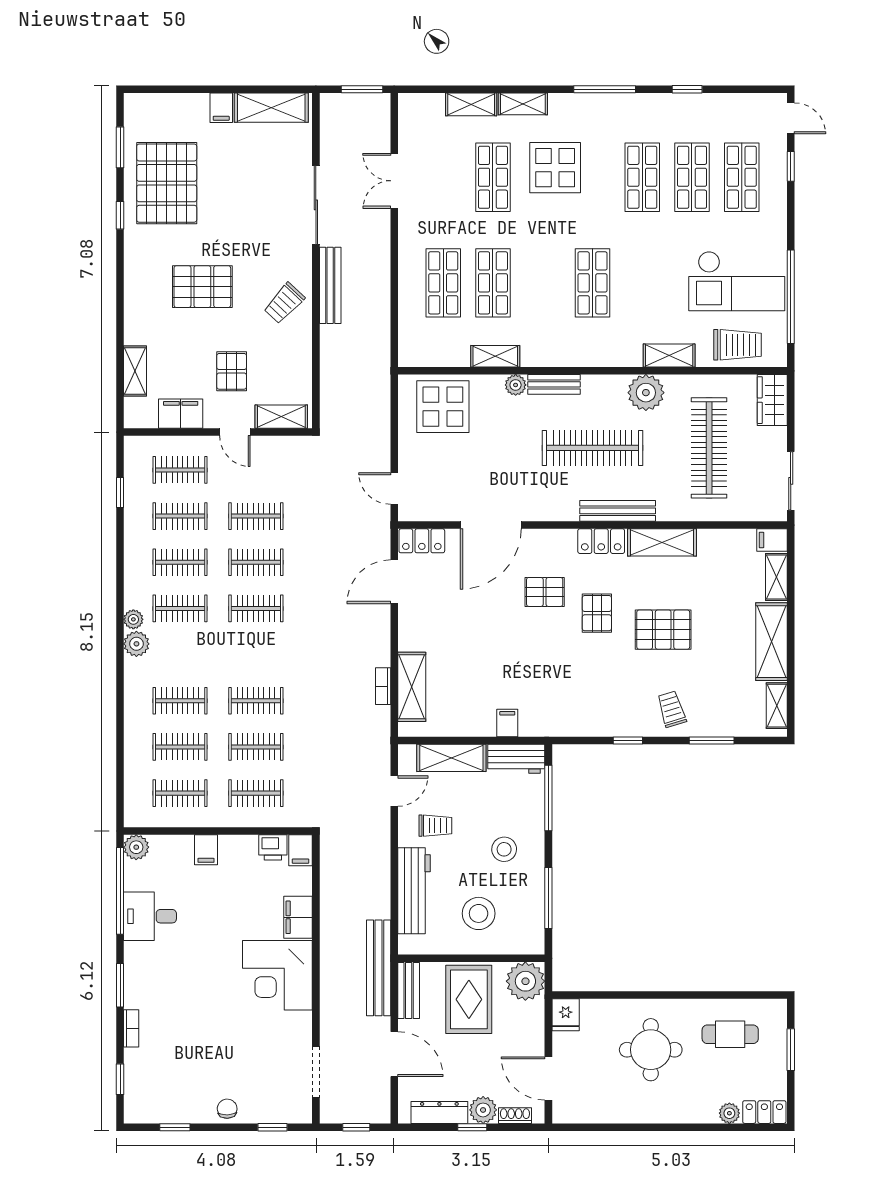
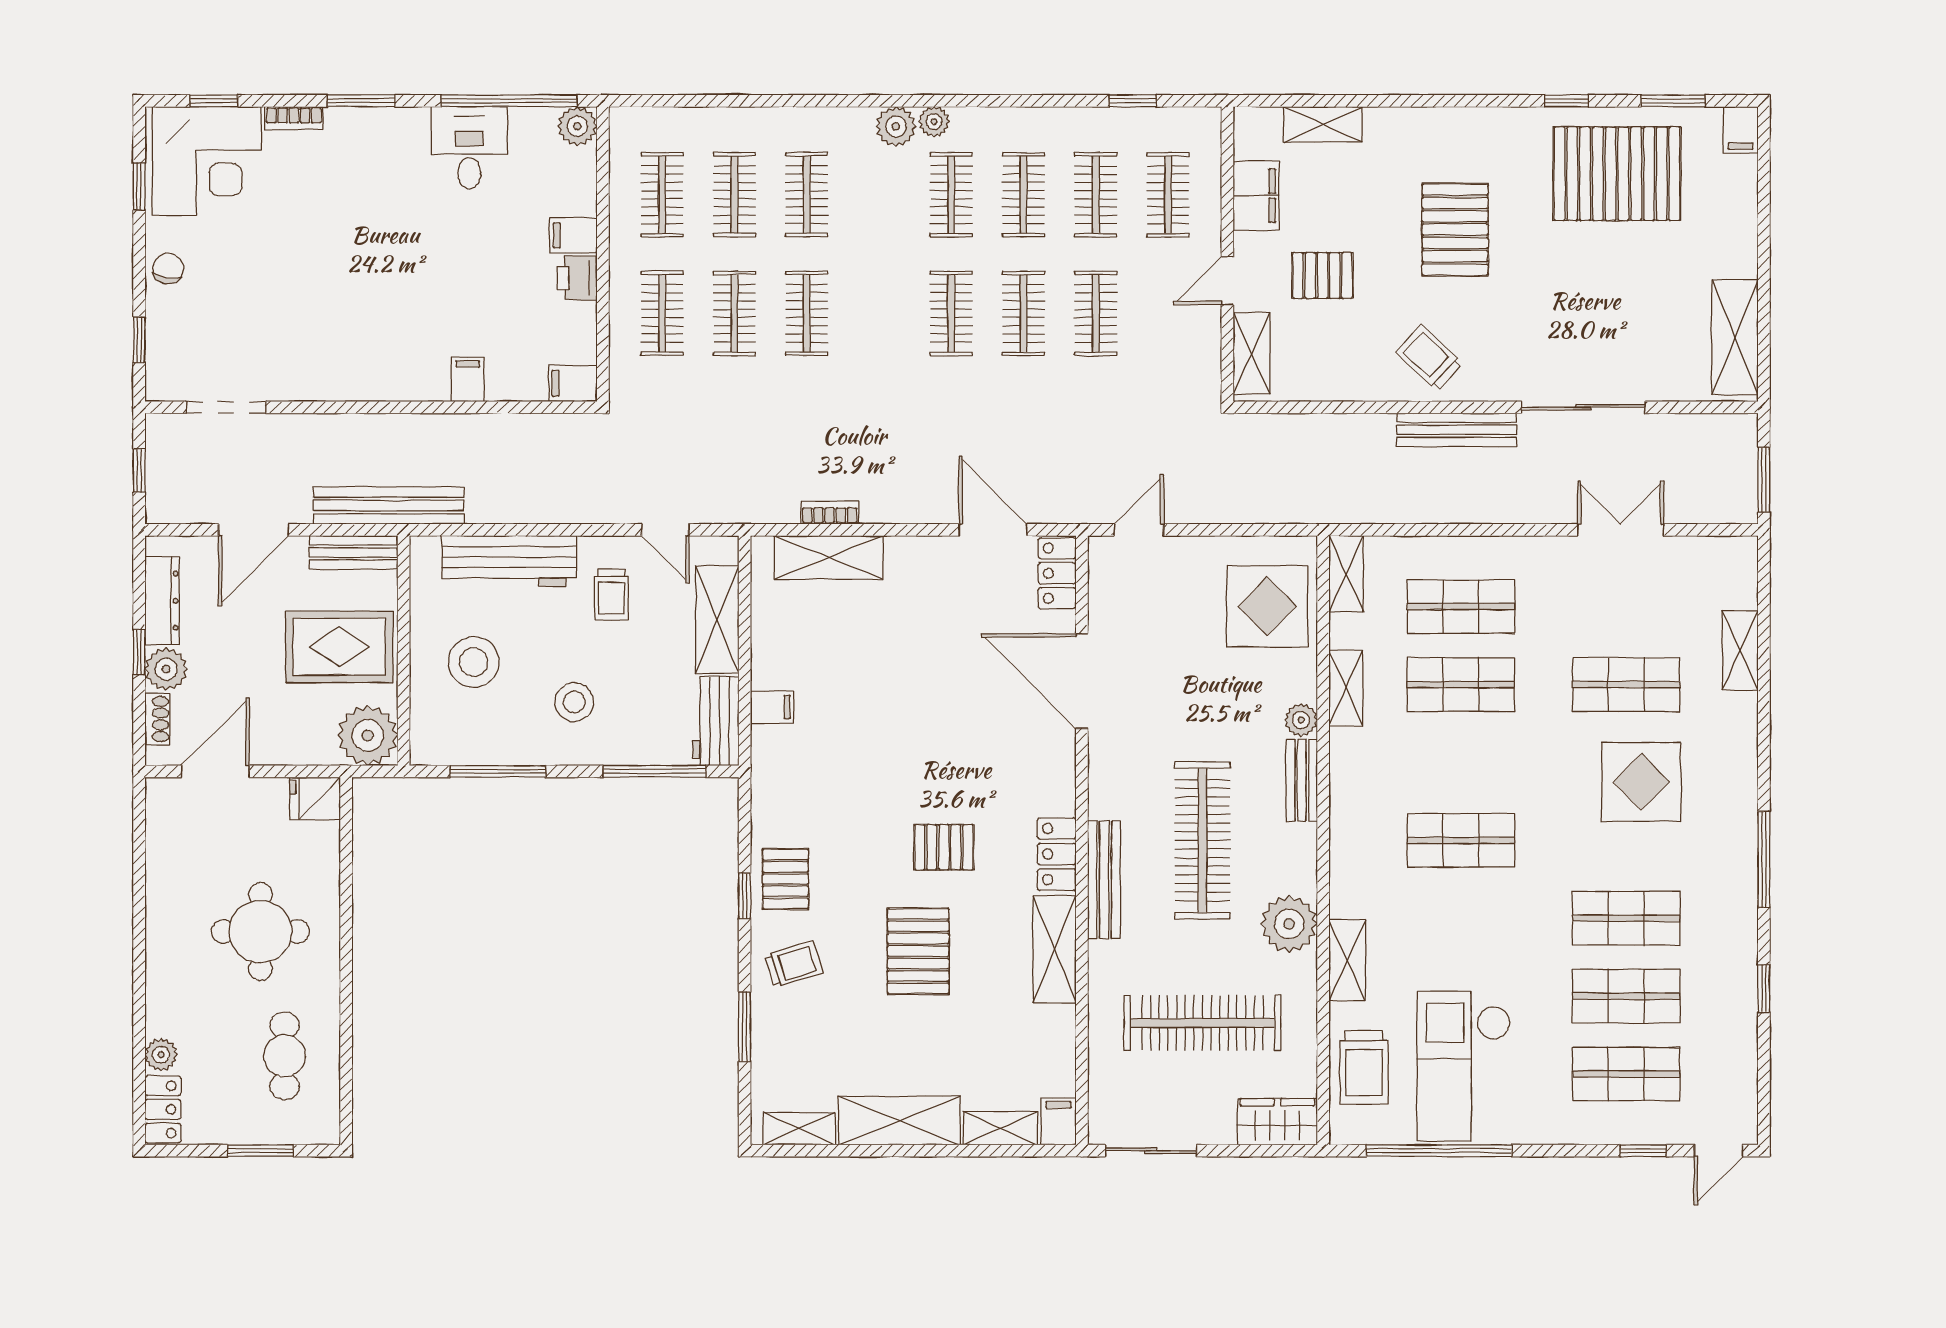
shelving: (523, 104) -> (1346, 574), moved
filing cabinet: (221, 108) -> (1741, 130), moved, turned -90
pallet: (545, 592) -> (785, 879), moved
printer: (273, 847) -> (577, 278), moved
filing cabinet: (298, 917) -> (468, 379), width x0.50
corner desk: (277, 975) -> (207, 161), moved, turned 180
chair: (227, 1109) -> (168, 268), turned -79

